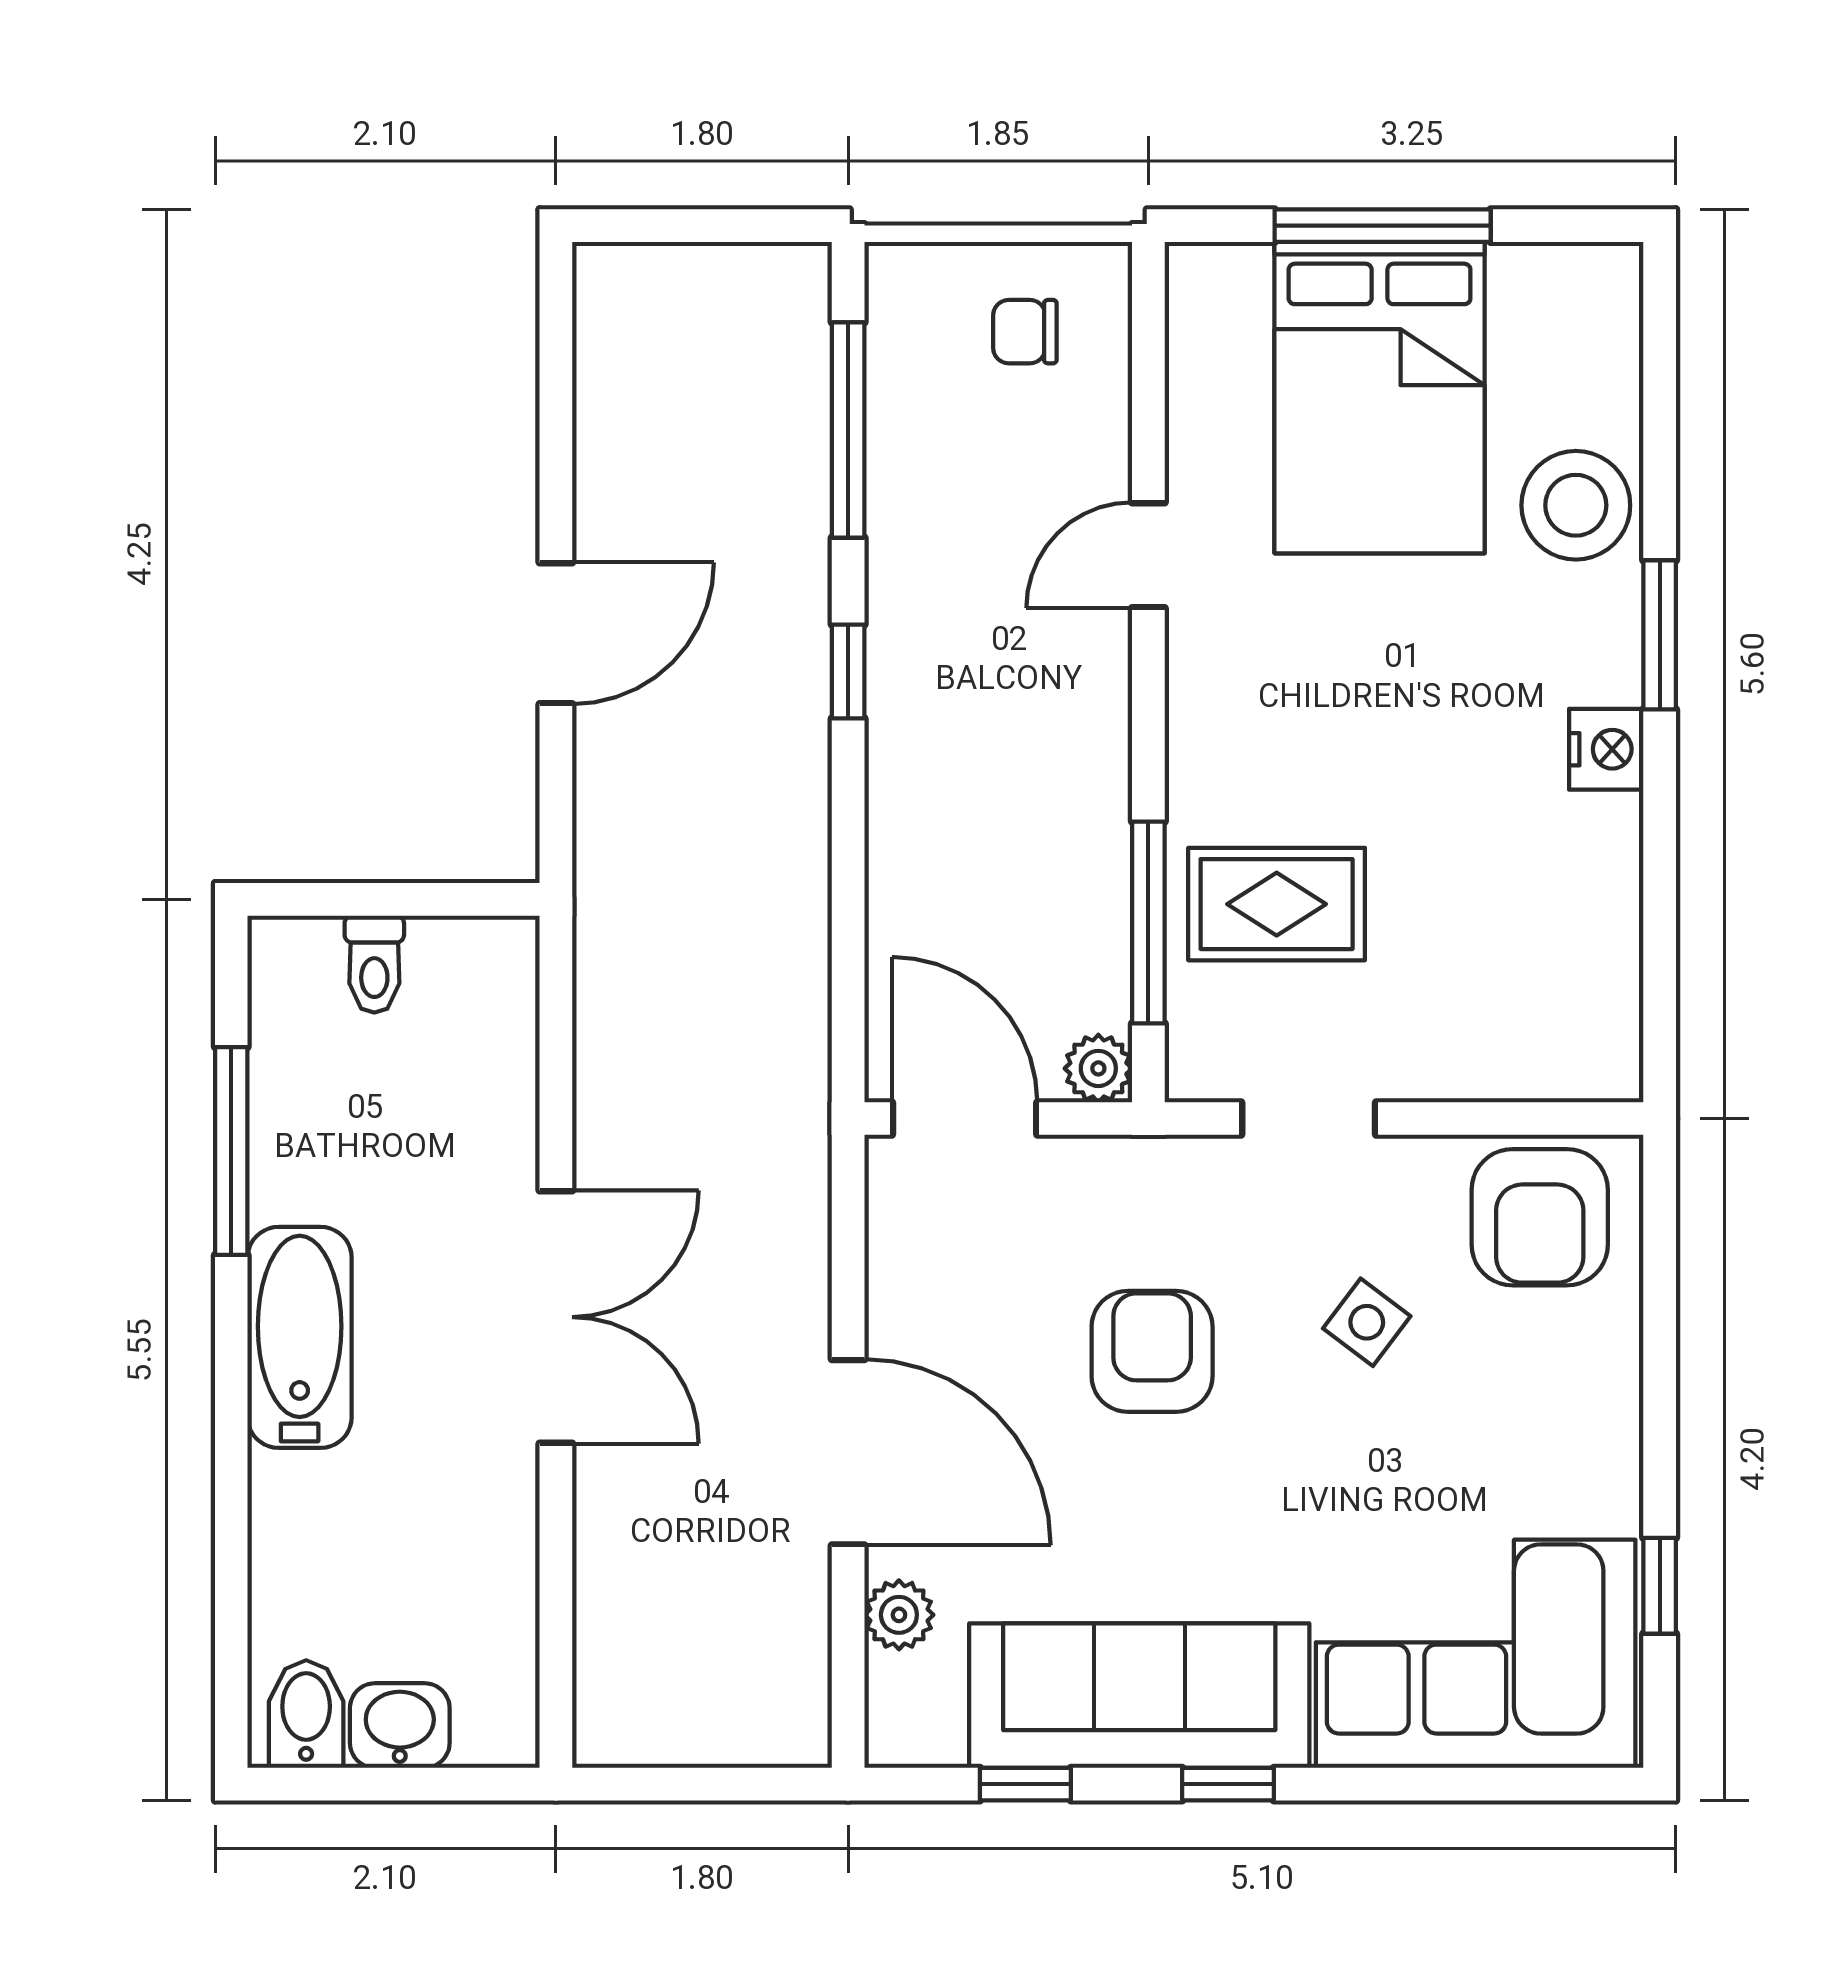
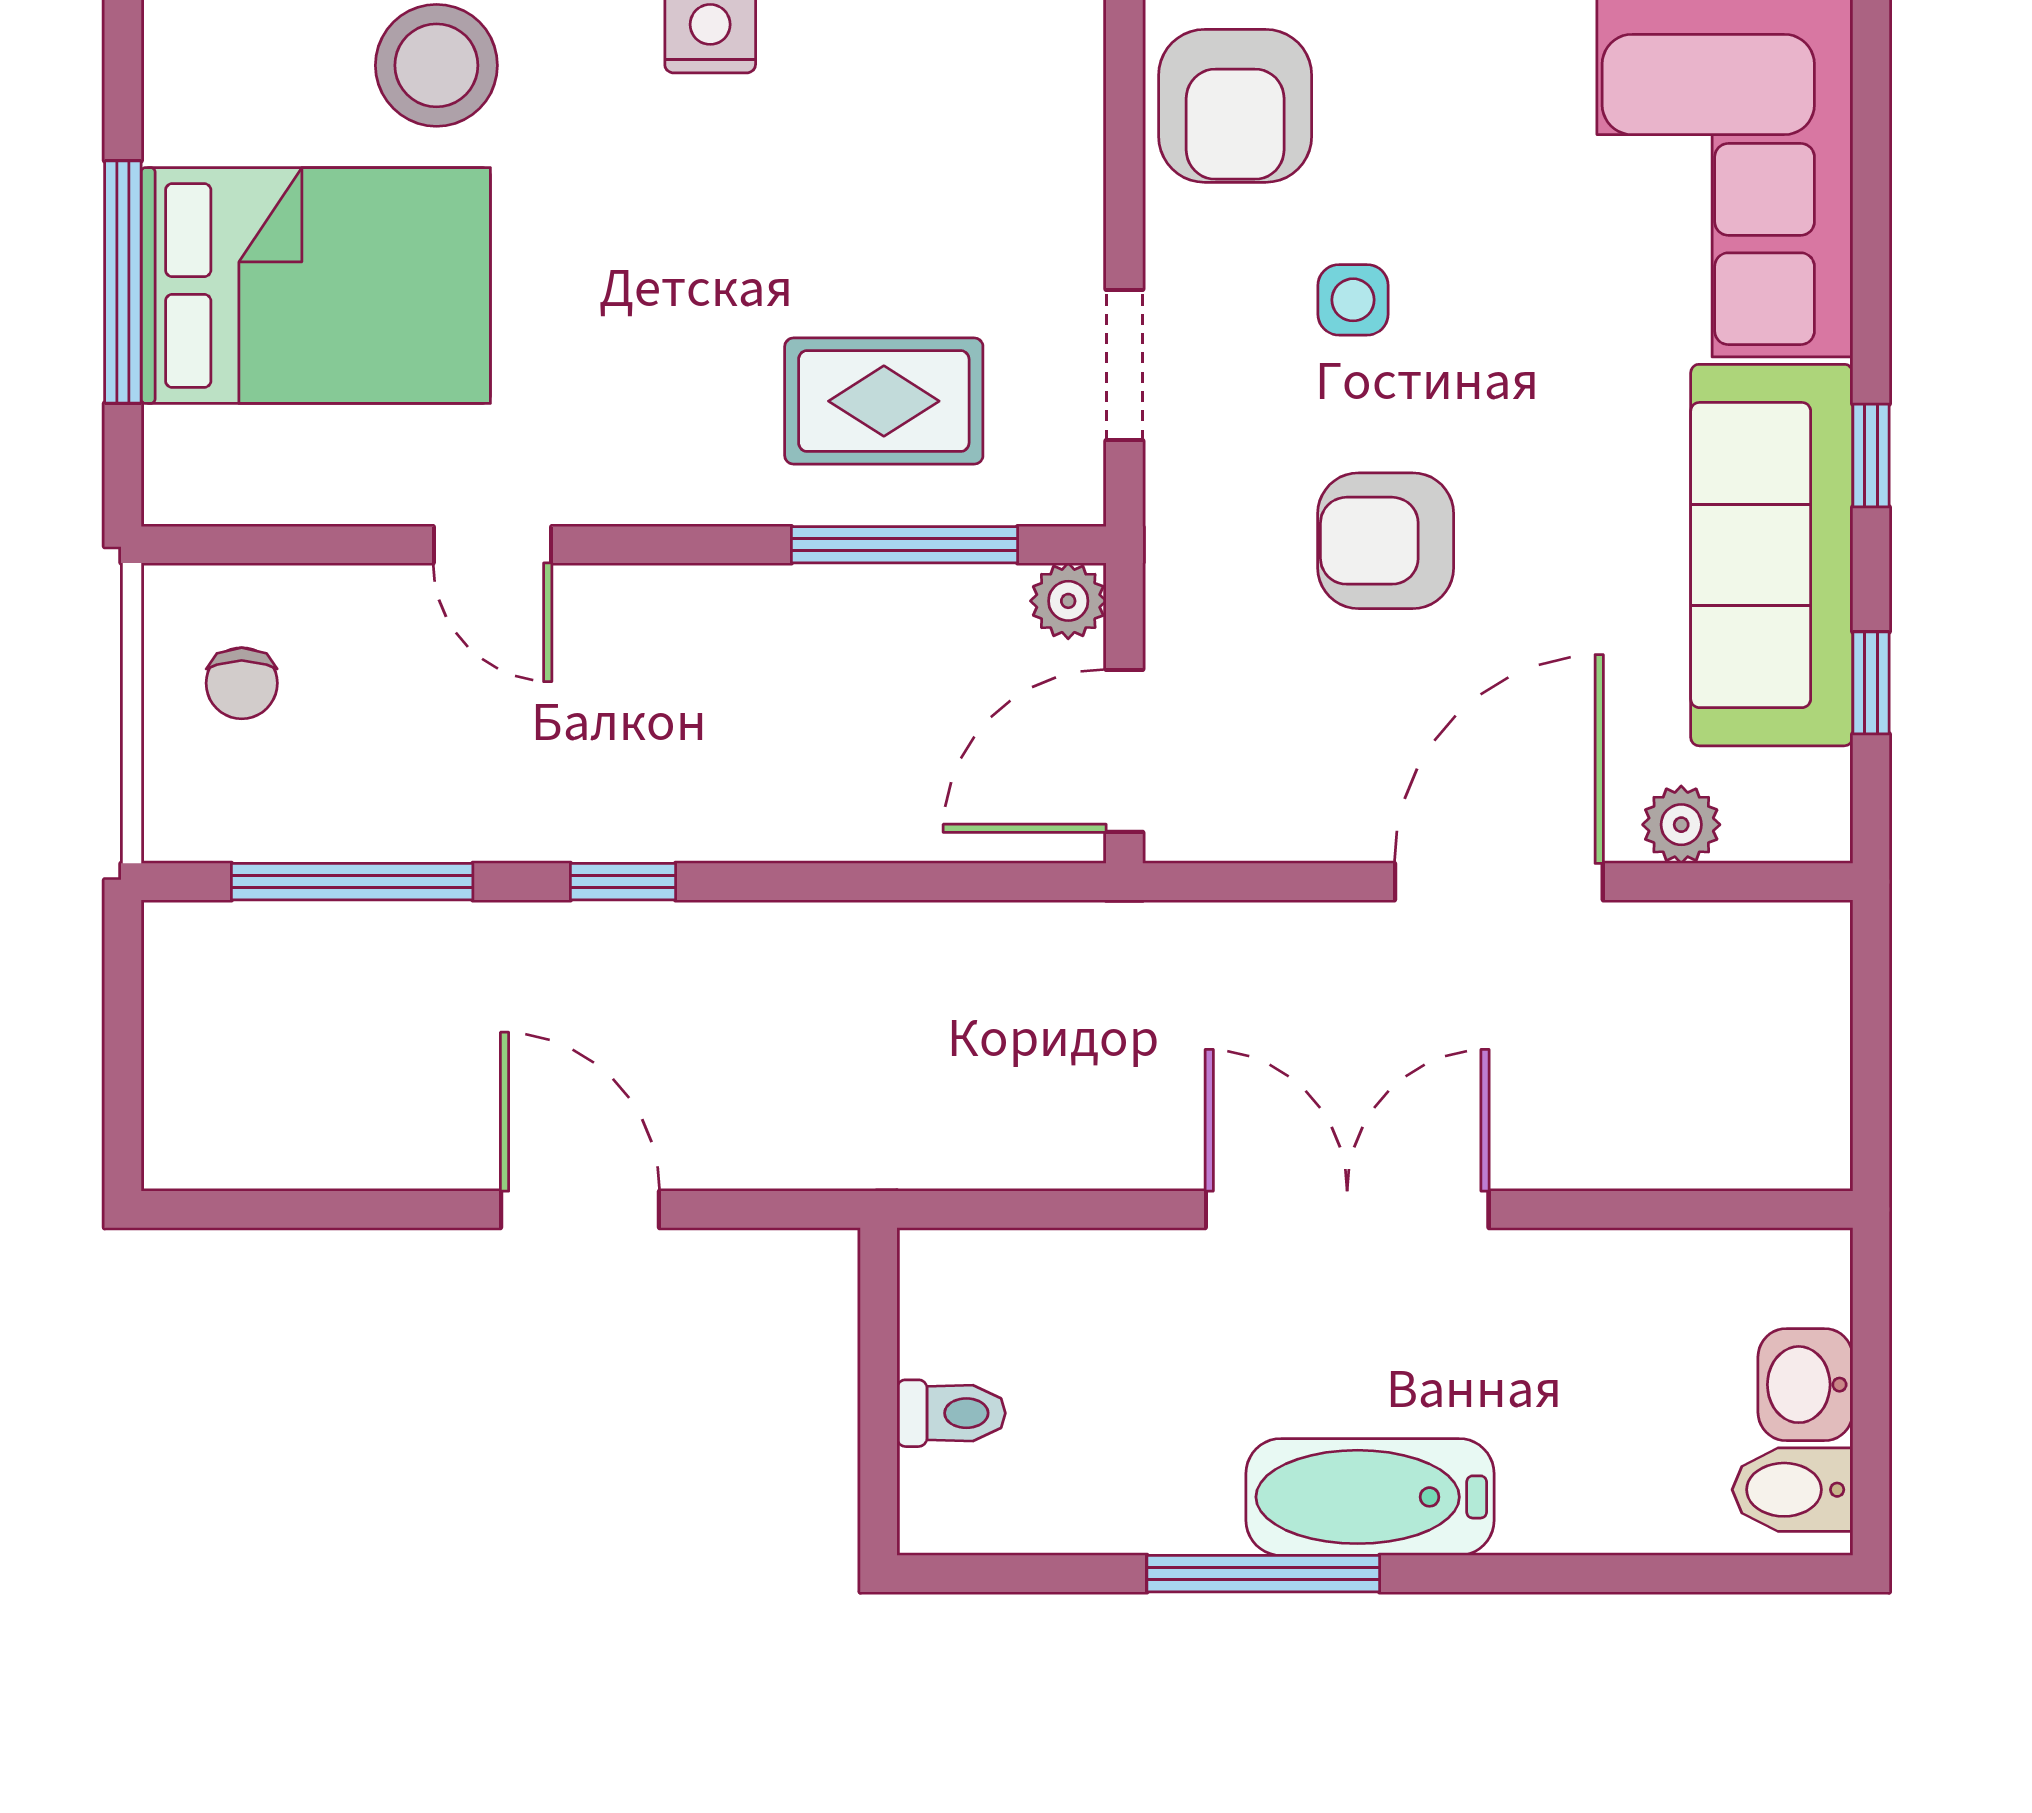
rug: (1277, 904) -> (884, 401), turned 90
window: (231, 1151) -> (1263, 1574), moved
armchair: (1540, 1217) -> (1235, 106), turned 90
side table: (1367, 1322) -> (1353, 300), turned -37

